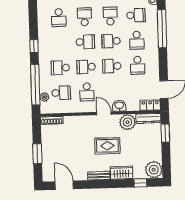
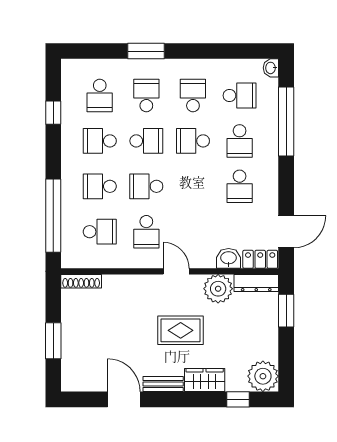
window: (34, 46) -> (53, 113), moved
school desk: (112, 66) -> (100, 141), moved
plant: (44, 97) -> (69, 238), removed
washbasin: (119, 106) -> (229, 258), moved
door: (64, 185) -> (124, 399), moved

